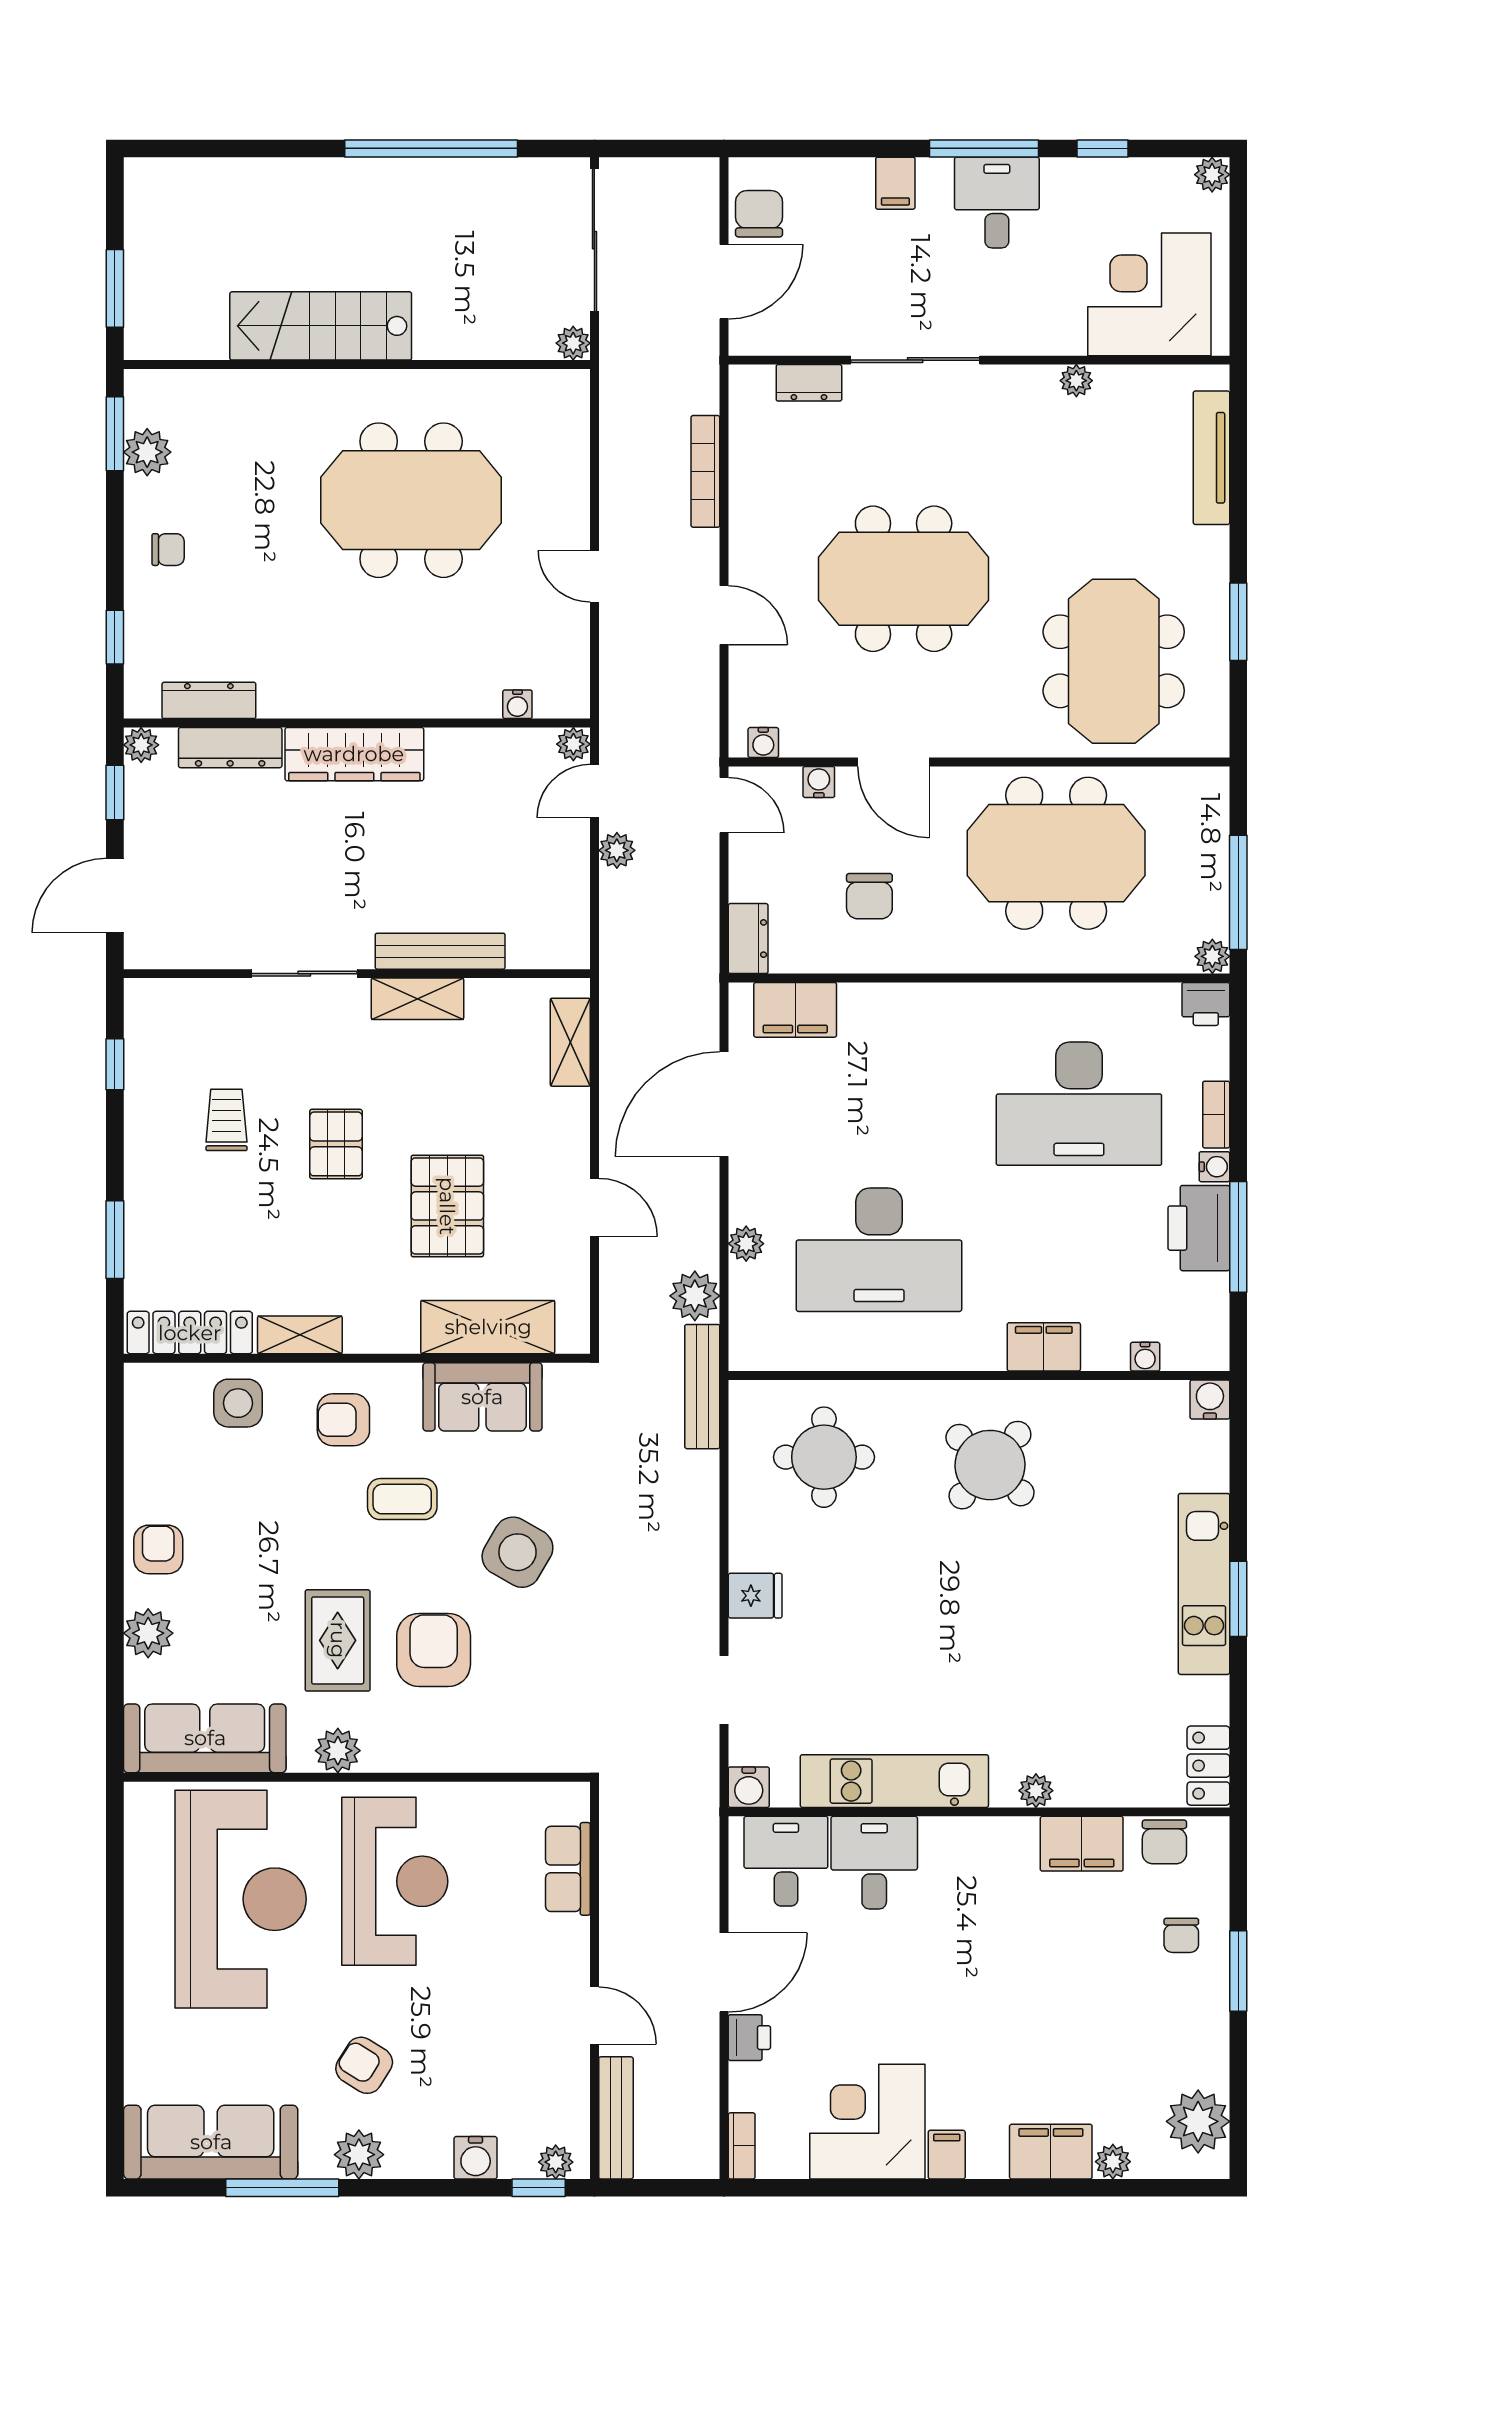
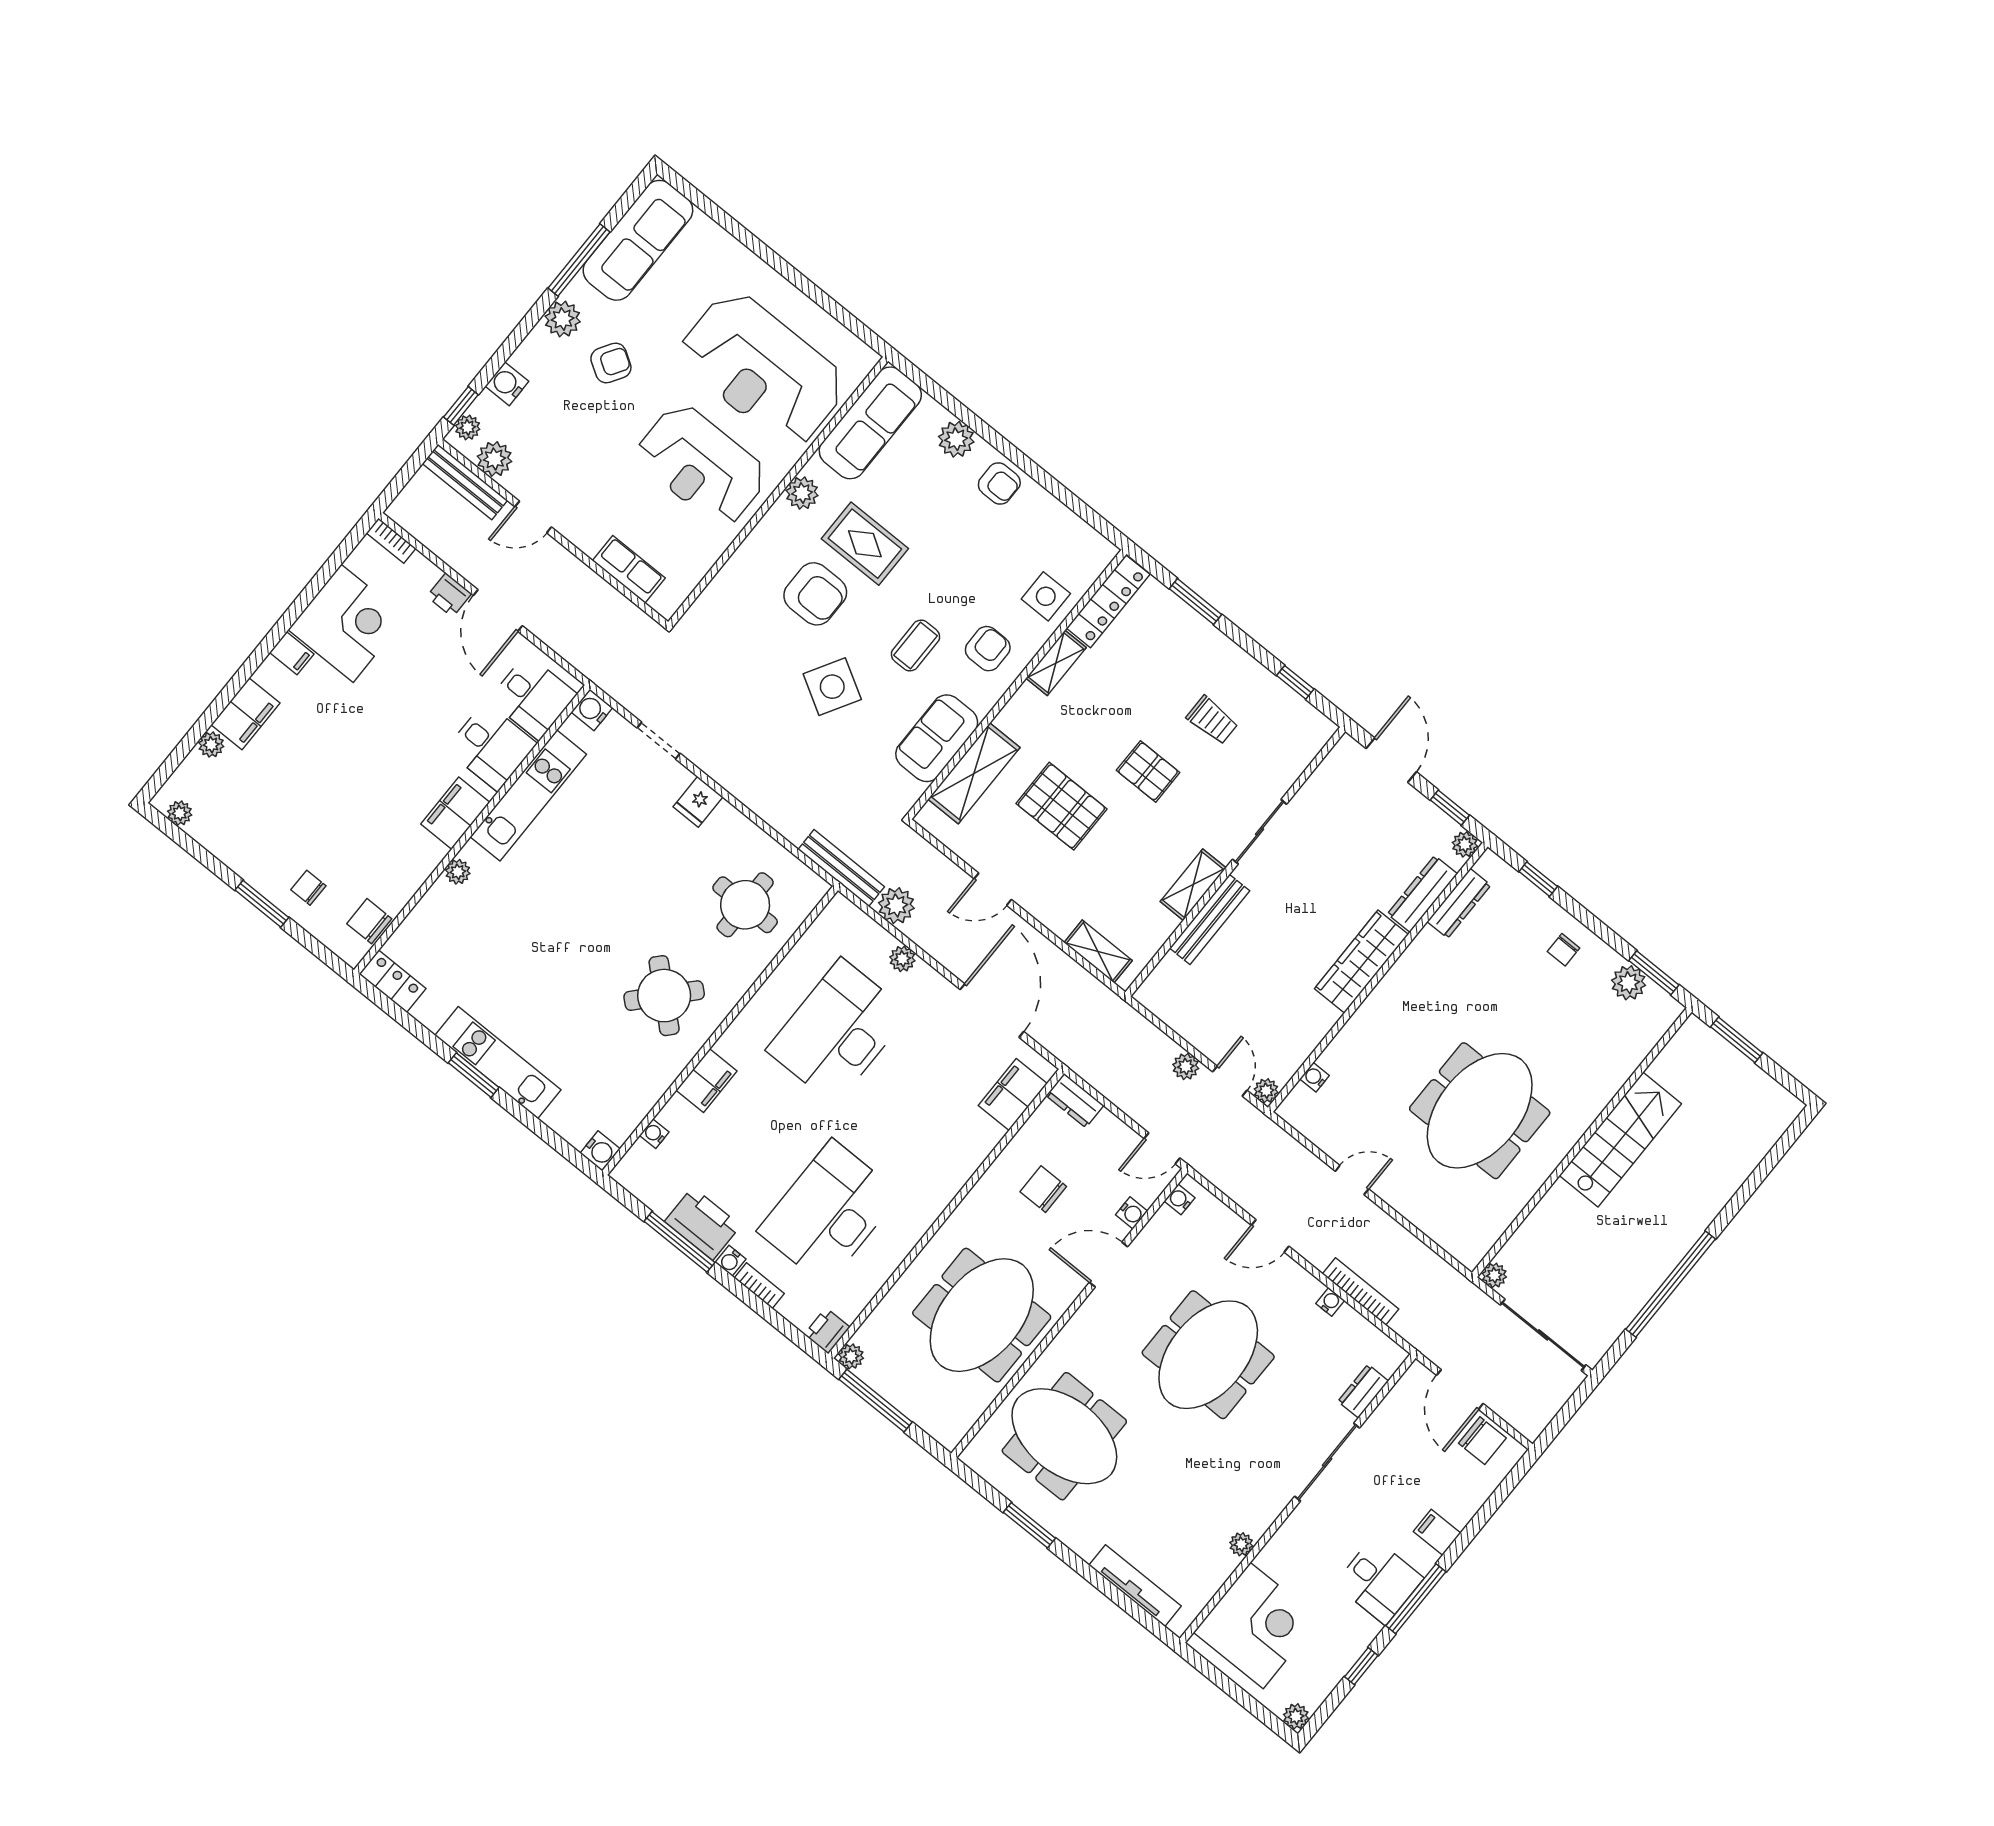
water cooler: (743, 494) -> (1330, 1302), added
filing cabinet: (1082, 1844) -> (455, 813), moved
plant: (566, 2106) -> (494, 459), added
plant: (1198, 2121) -> (180, 813), width x0.53, depth x0.53

